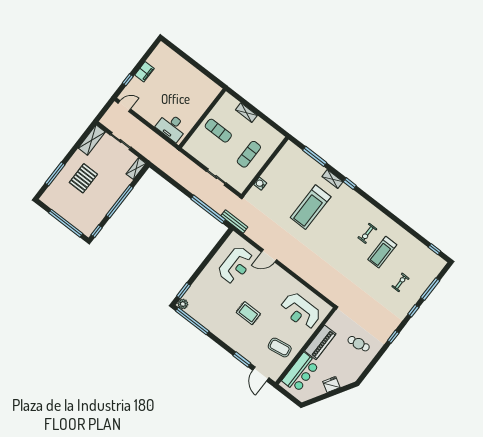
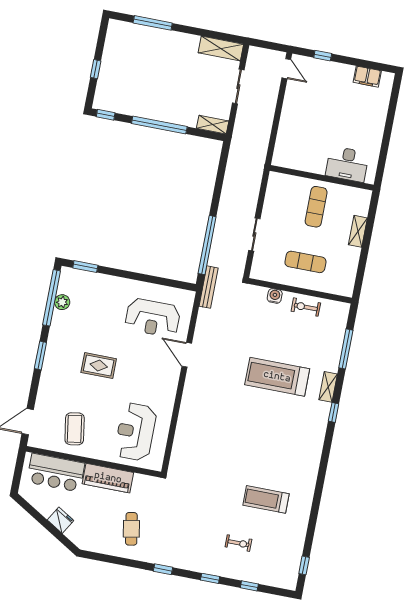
filing cabinet: (144, 72) -> (367, 77), moved
desk: (172, 127) -> (347, 164), moved, turned -90
pallet: (83, 178) -> (165, 63), removed
window: (66, 223) -> (96, 69), width x0.32
exercise bike: (367, 233) -> (306, 307), moved
window: (430, 289) -> (249, 586), width x0.46
plant: (183, 304) -> (62, 302), moved
rug: (248, 313) -> (99, 366), turned 90
window: (242, 359) -> (40, 356), moved

